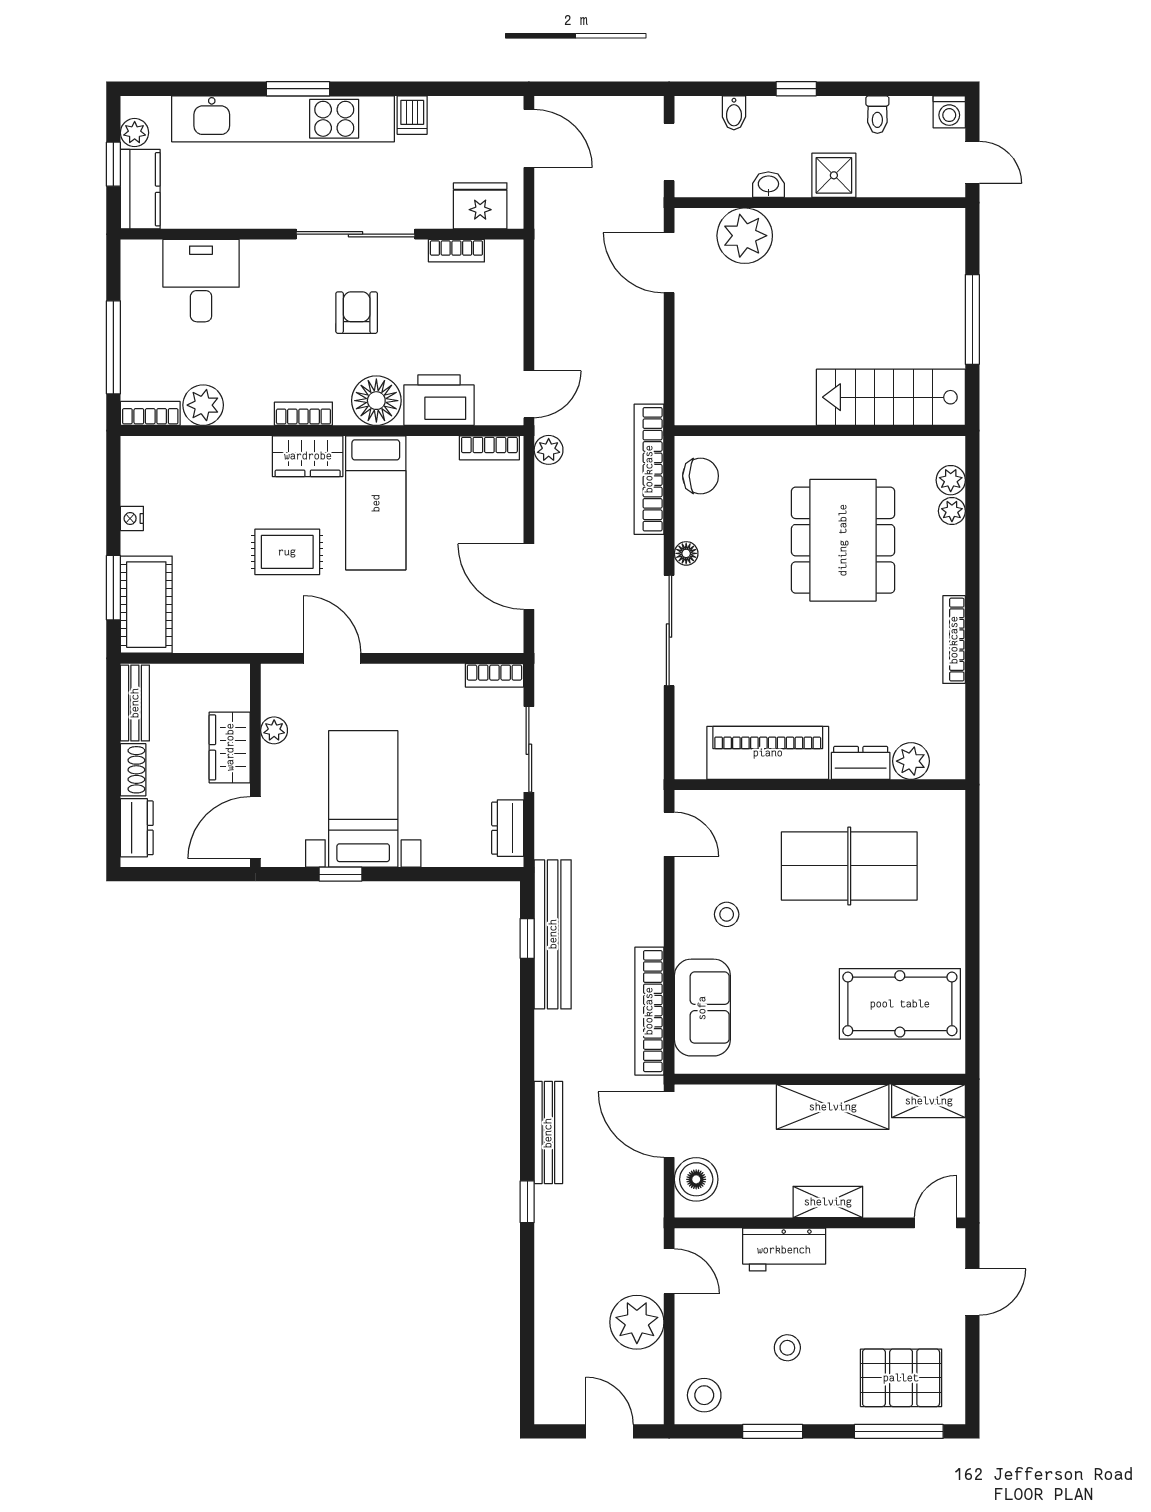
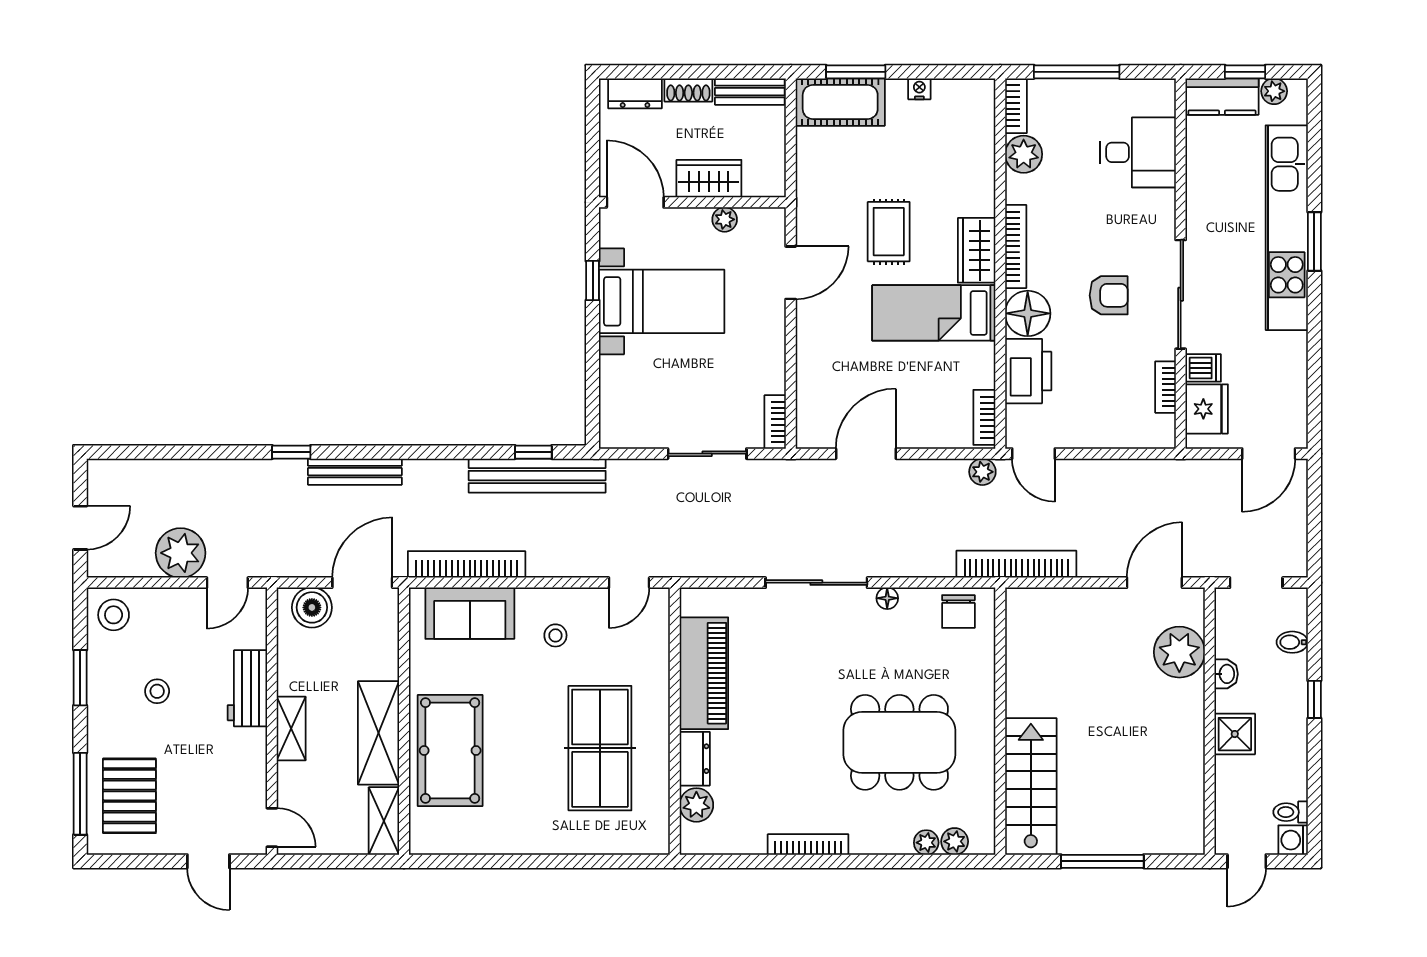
dishwasher: (412, 115) -> (1203, 368), moved, turned 180
toilet: (877, 115) -> (1291, 812), moved
bookcase: (303, 414) -> (1016, 246), width x1.56
bookcase: (649, 469) -> (1016, 564), moved
dresser: (508, 828) -> (635, 434), removed
pool table: (900, 1004) -> (450, 751), moved

